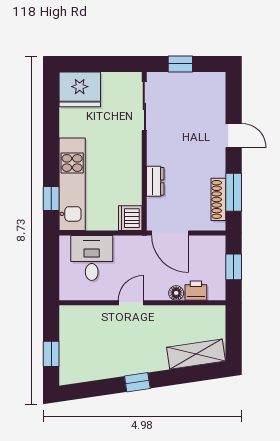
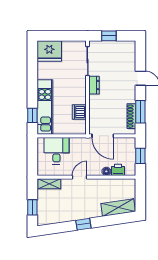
dresser: (155, 181) -> (94, 85), moved
dishwasher: (130, 218) -> (79, 112), moved
shelving: (79, 314) -> (49, 184), added

